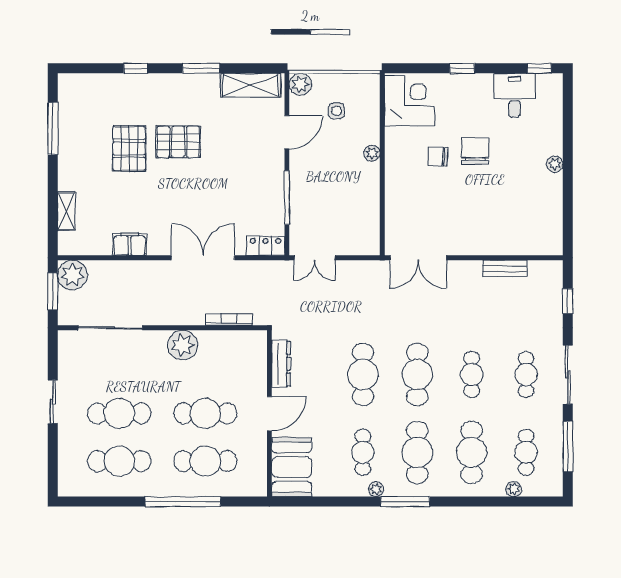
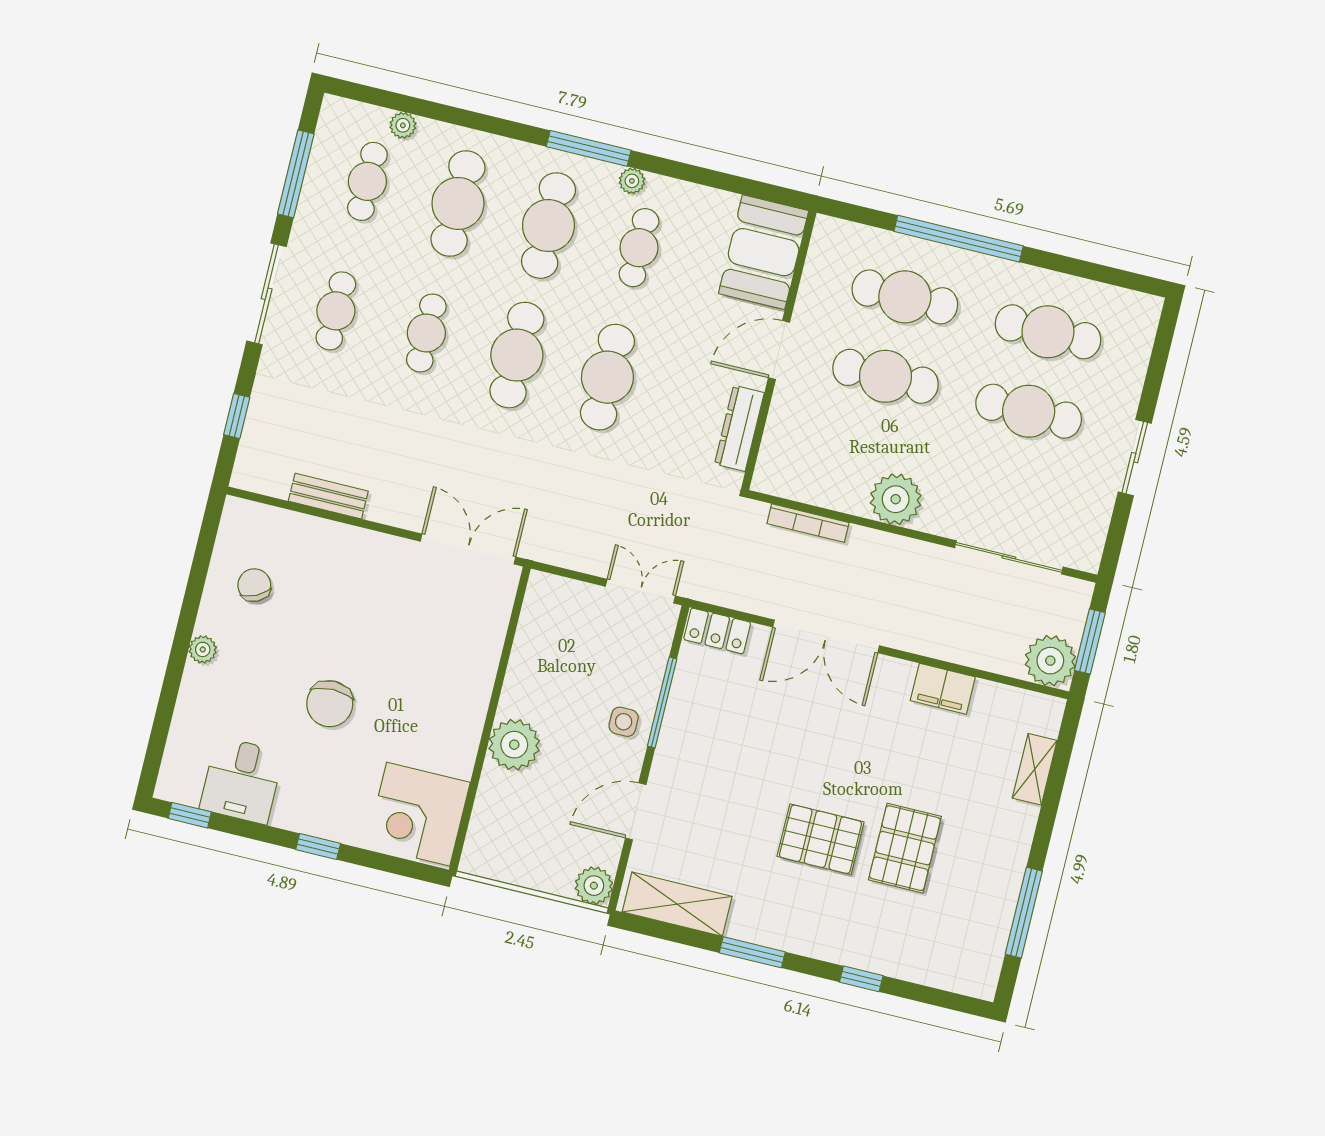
side table: (336, 111) -> (624, 722), moved
plant: (372, 153) -> (514, 745), width x1.87, depth x1.87
chair: (438, 156) -> (254, 585), moved, turned -119

